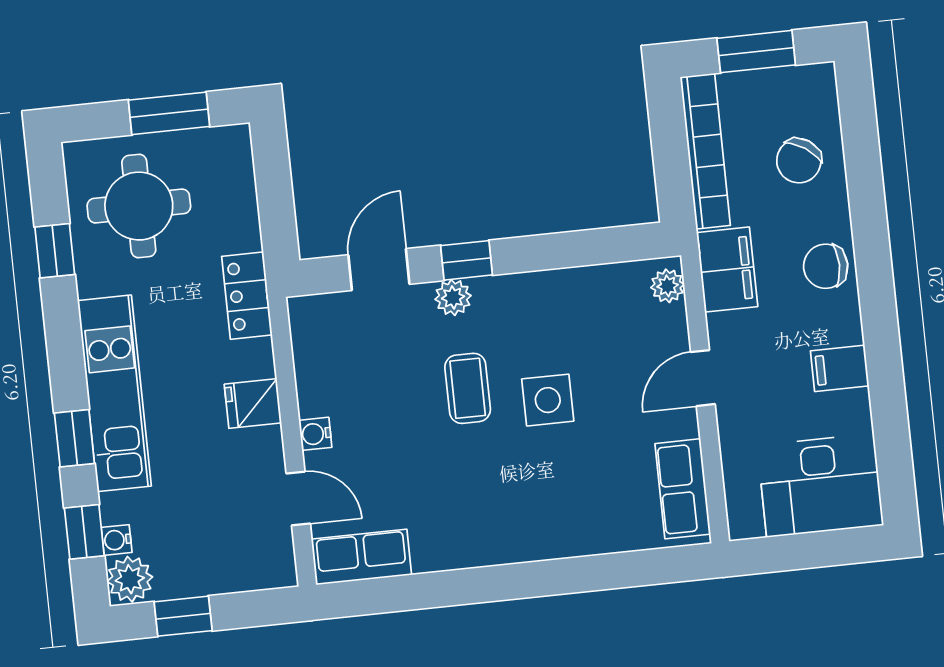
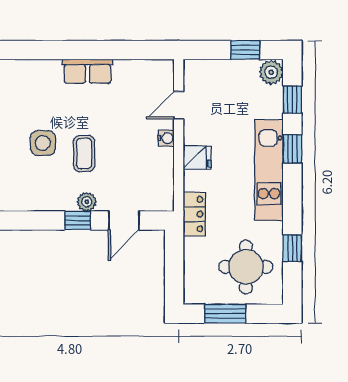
door: (298, 499) -> (179, 105), hinge flipped
water cooler: (117, 540) -> (276, 94), removed
row of seats: (361, 557) -> (87, 71), moved

